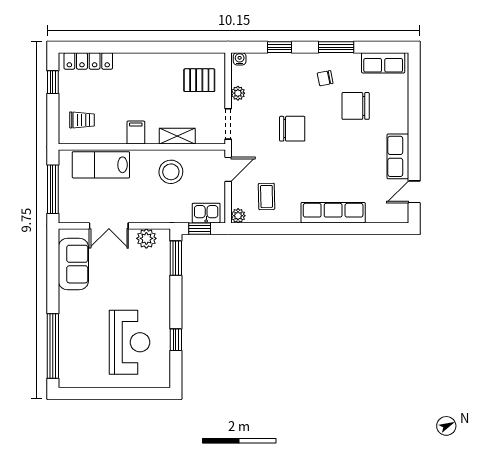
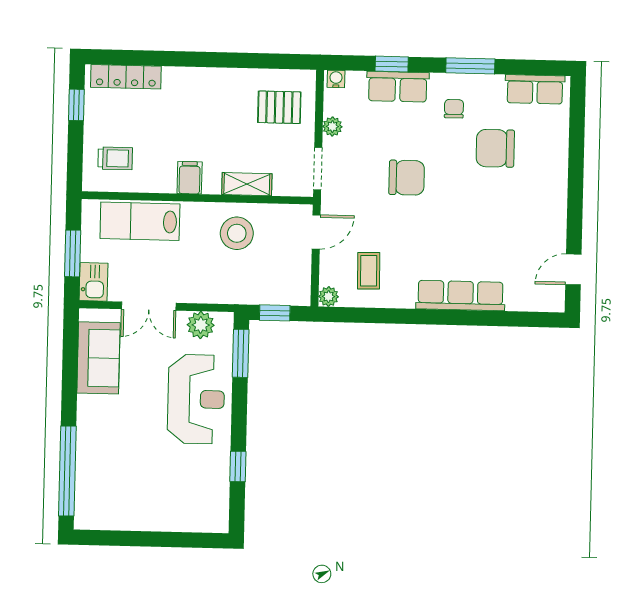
chair: (325, 78) -> (454, 109), turned 101
row of seats: (398, 156) -> (398, 87), moved, turned -90
window: (53, 189) -> (73, 253), width x0.69
kitchen sink: (206, 213) -> (93, 282), moved, turned 90
reception desk: (129, 342) -> (196, 399), moved

